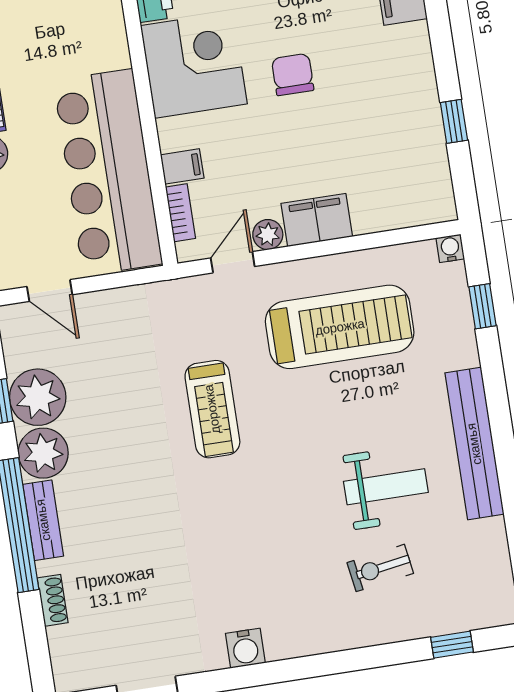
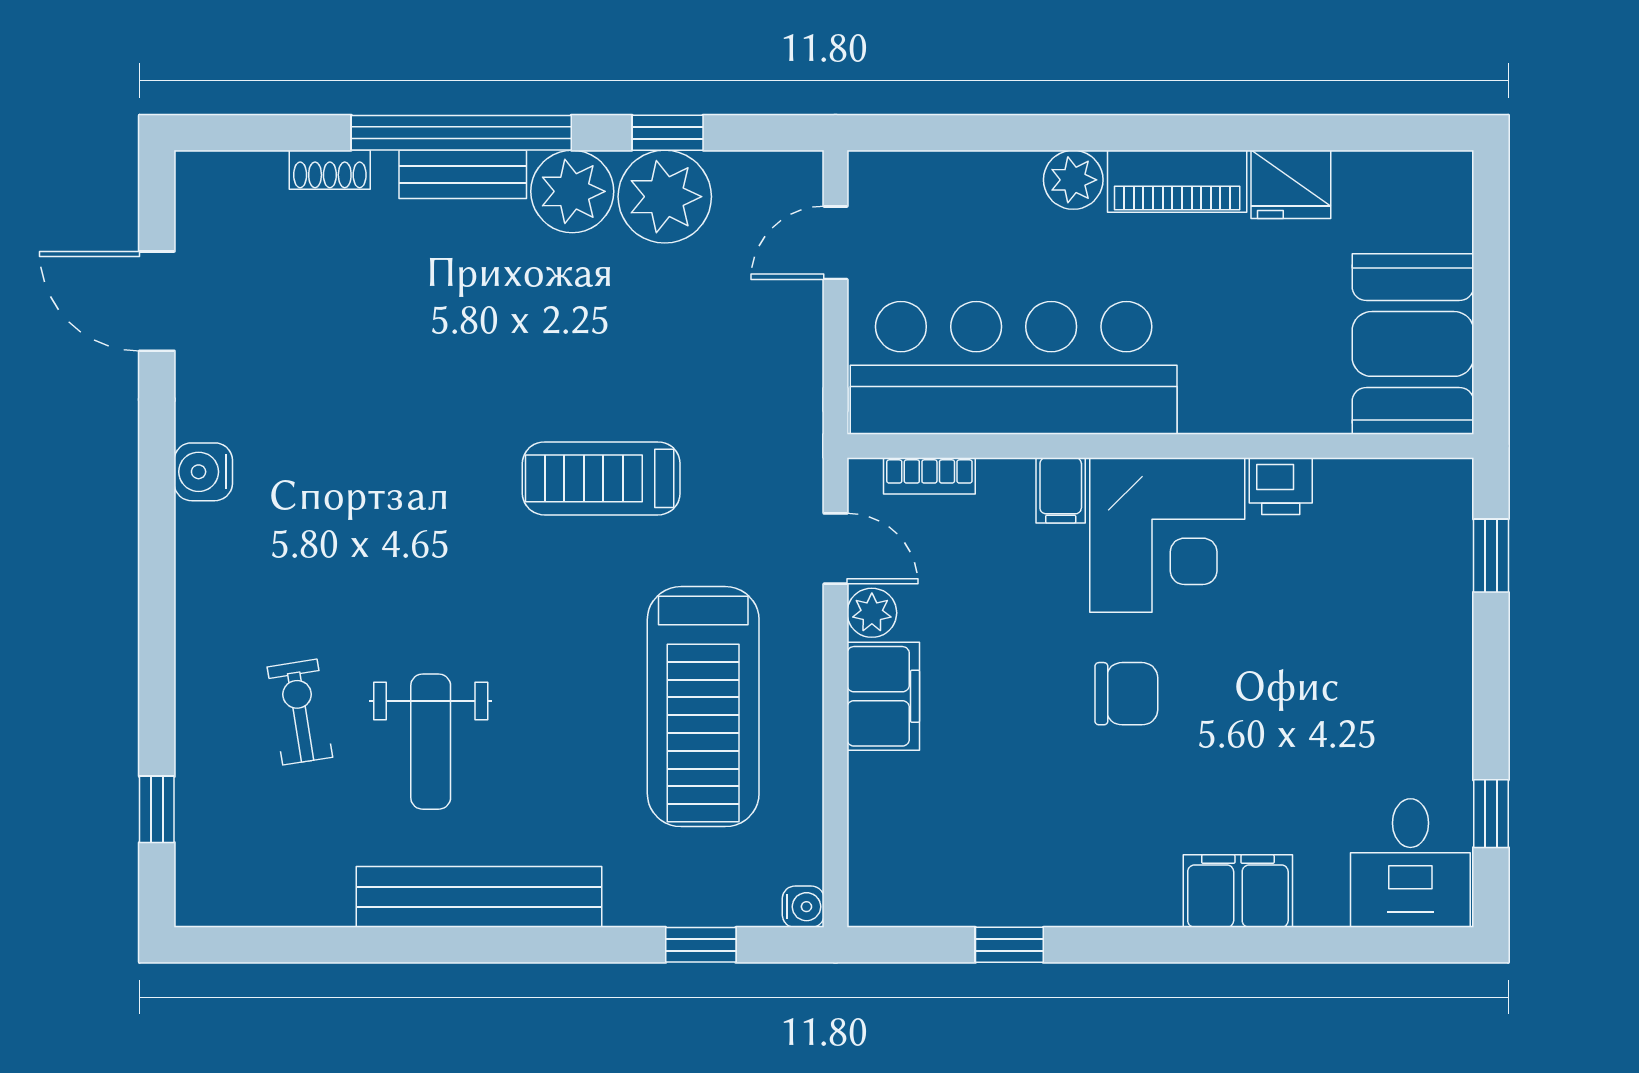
filing cabinet: (182, 166) -> (1061, 490), moved

